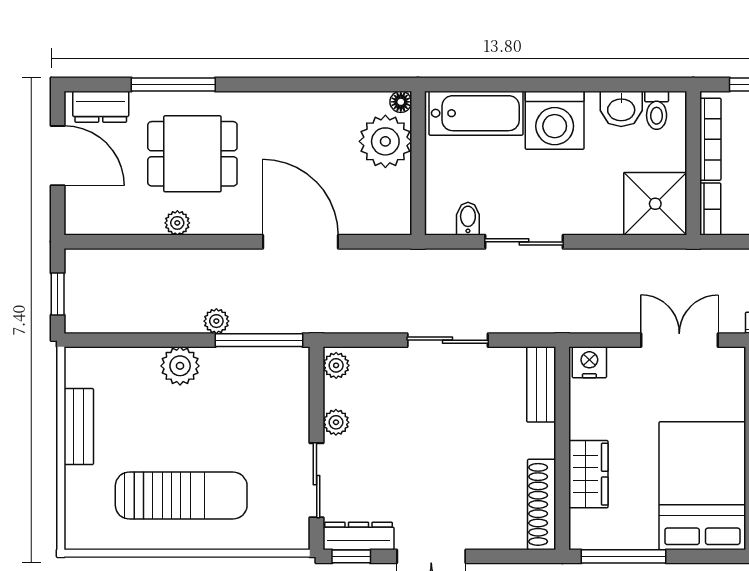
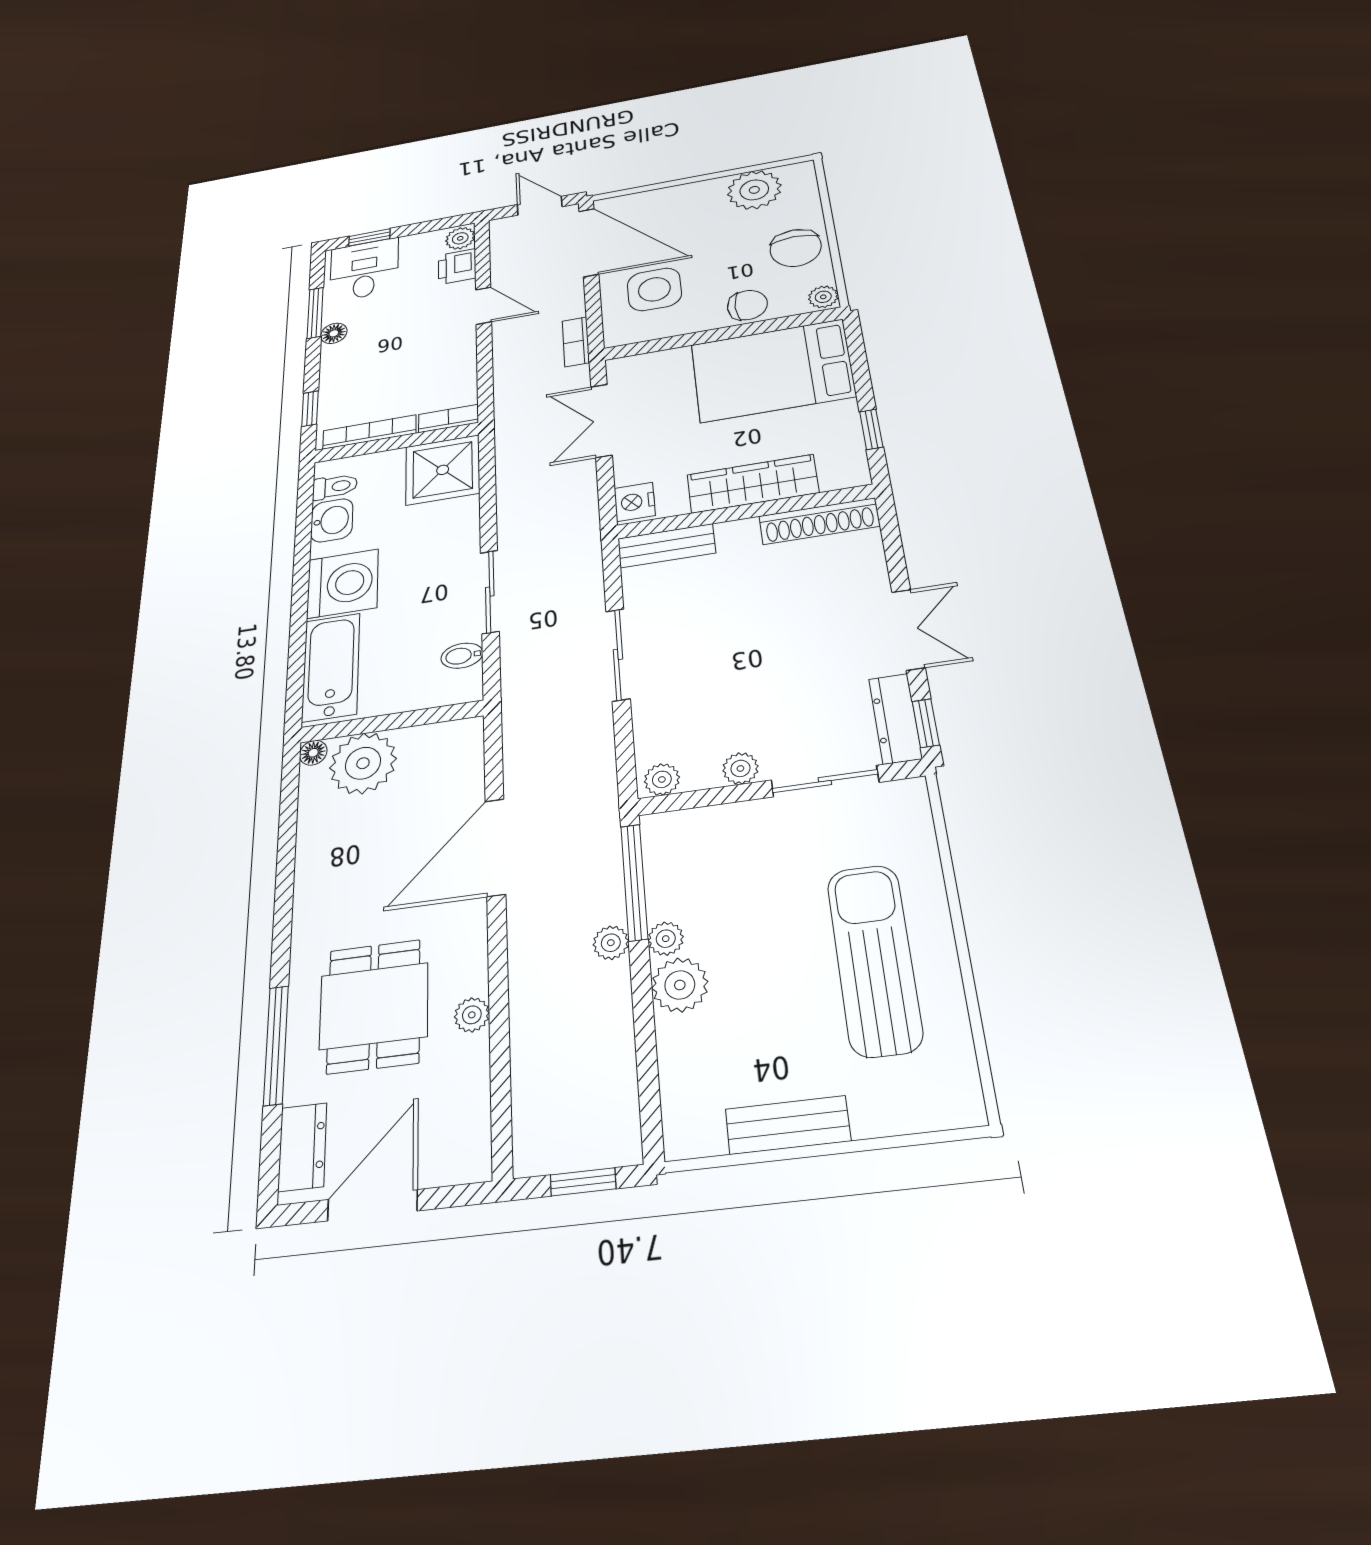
plant: (214, 359) -> (666, 939), added
wardrobe: (588, 474) -> (753, 484), width x1.50
window: (623, 556) -> (871, 429), width x0.46

